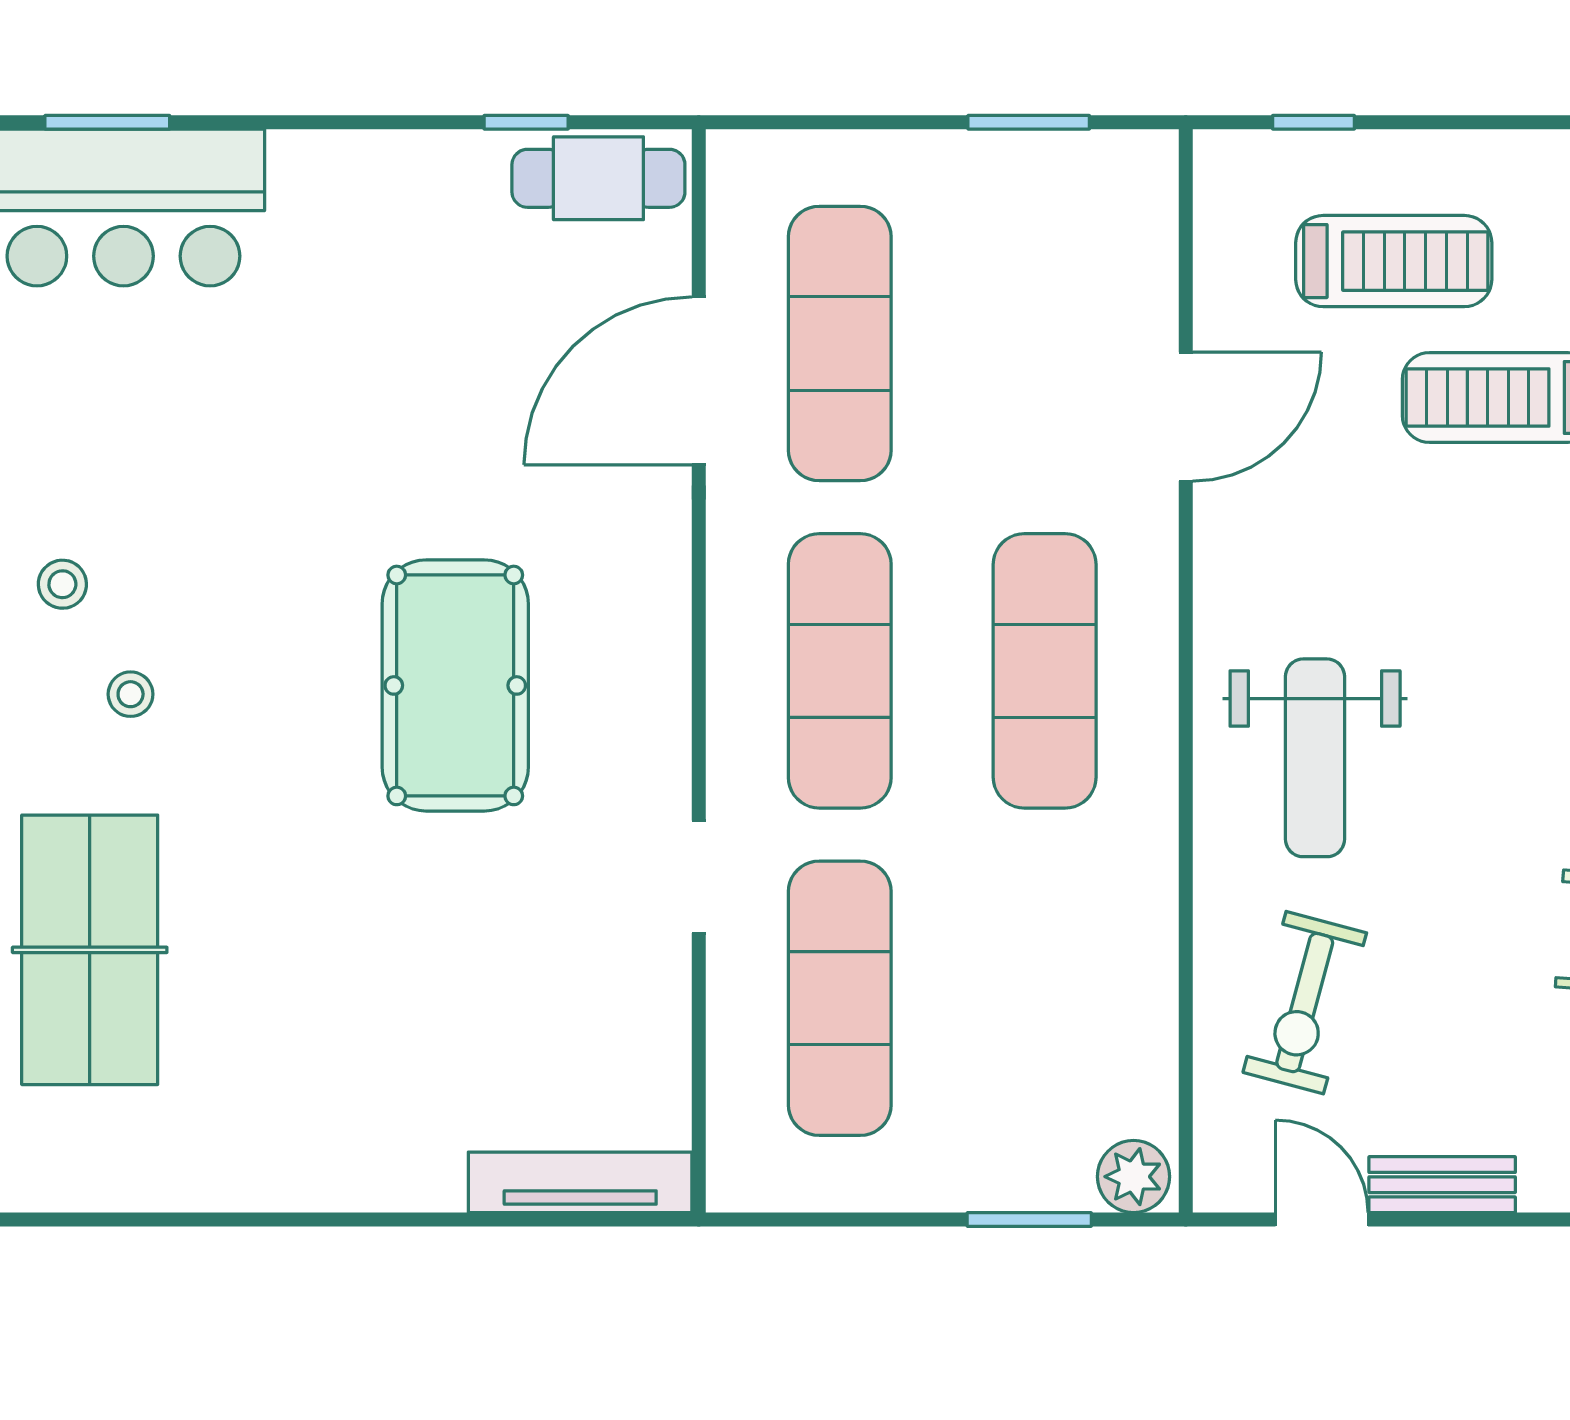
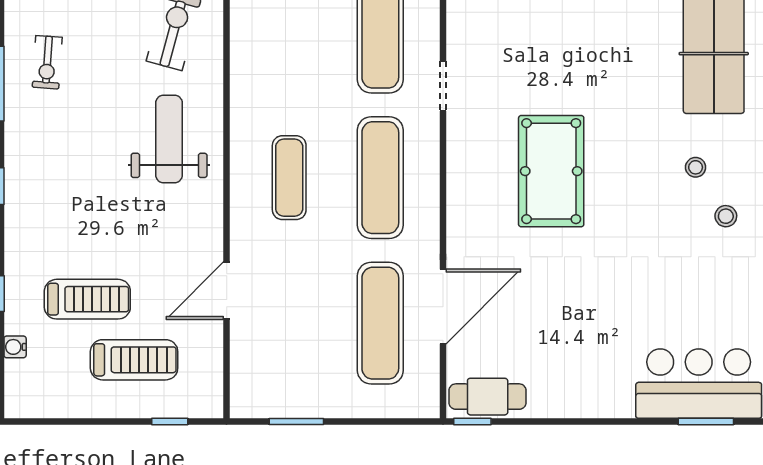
window: (526, 122) -> (472, 422), moved
treadmill: (1394, 261) -> (134, 360), turned 180
exercise mat: (1045, 671) -> (289, 178), width x0.73, depth x0.69

